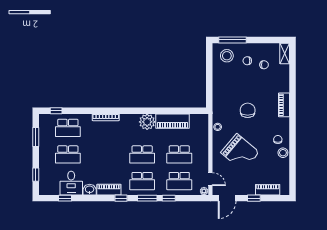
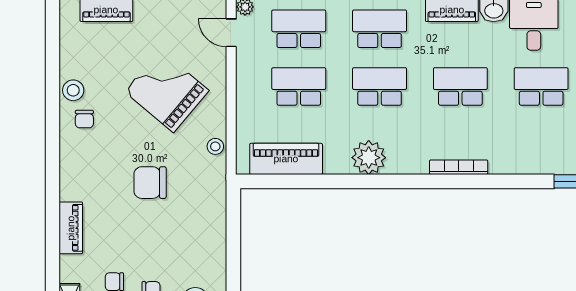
piano: (284, 105) -> (71, 228), moved
chair: (248, 110) -> (150, 183), turned 90
piano: (172, 121) -> (286, 159), moved
school desk: (68, 128) -> (460, 86), moved

